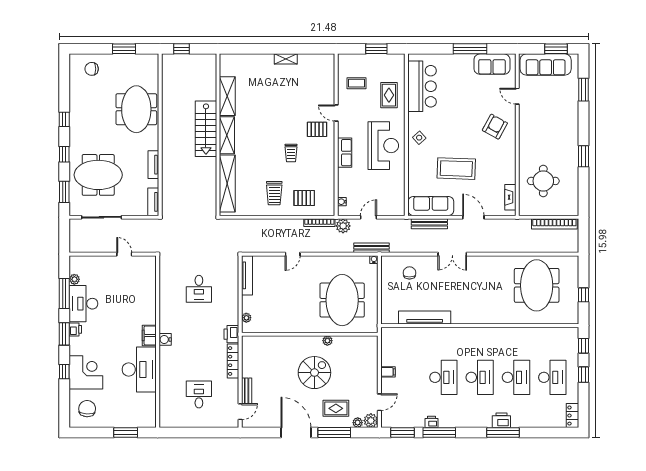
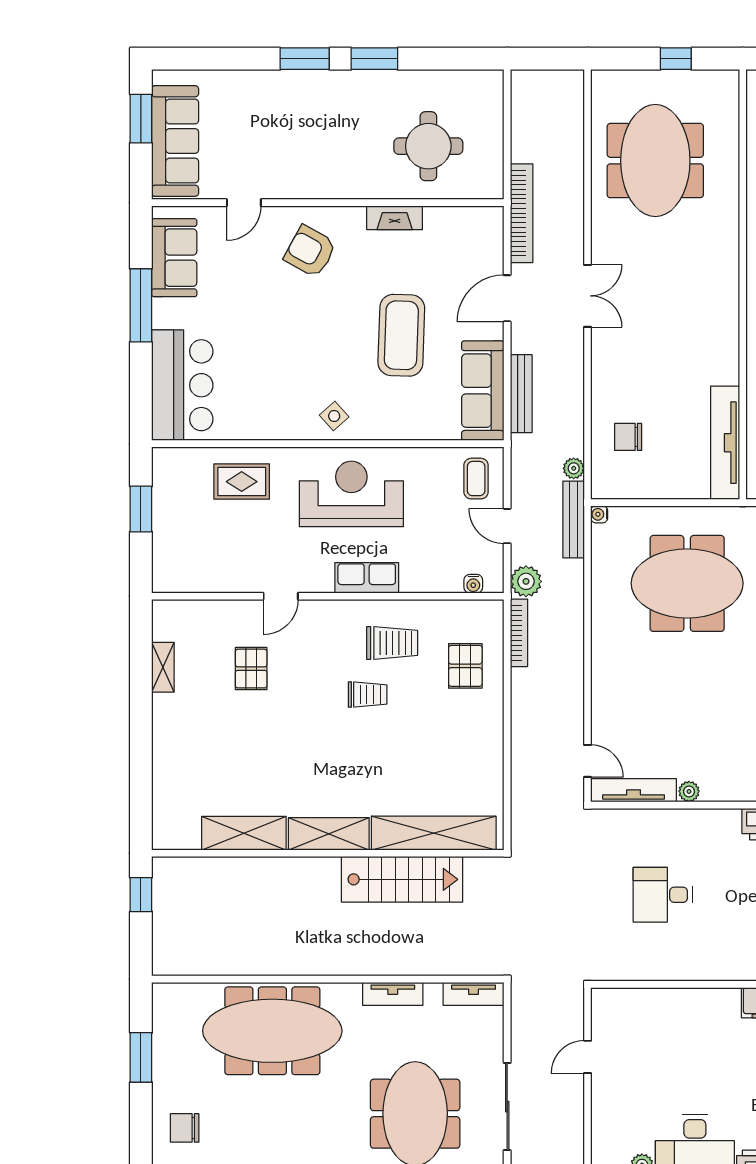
window: (181, 49) -> (141, 895), moved
shelving: (286, 59) -> (163, 667), moved
chair: (92, 69) -> (185, 1128), turned 90
coffee table: (357, 83) -> (476, 479), moved
bar counter: (422, 86) -> (182, 385), moved, turned 90
window: (584, 90) -> (305, 59), moved
meeting table: (136, 109) -> (272, 1031), width x1.36
stairs: (206, 129) -> (402, 879), moved
pallet: (317, 129) -> (251, 669), moved
trolley: (274, 193) -> (392, 643), moved
fireplace: (510, 197) -> (395, 218), moved
bookcase: (554, 224) -> (522, 213), moved
plant: (395, 248) -> (574, 468), added
door: (293, 254) -> (587, 761), moved
double door: (452, 254) -> (587, 296), moved
meeting table: (537, 285) -> (655, 161), turned 90
desk: (199, 289) -> (663, 895), turned 180
tv unit: (425, 317) -> (725, 443), moved
plant: (246, 318) -> (689, 791), moved

